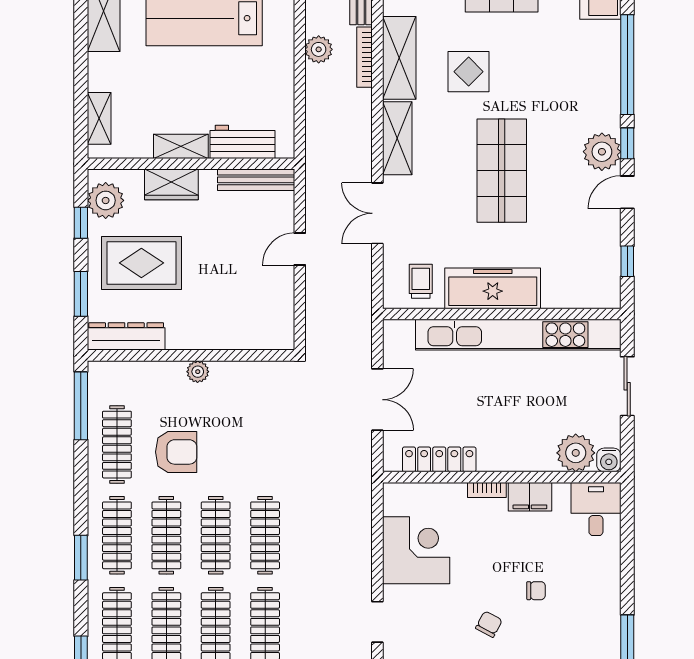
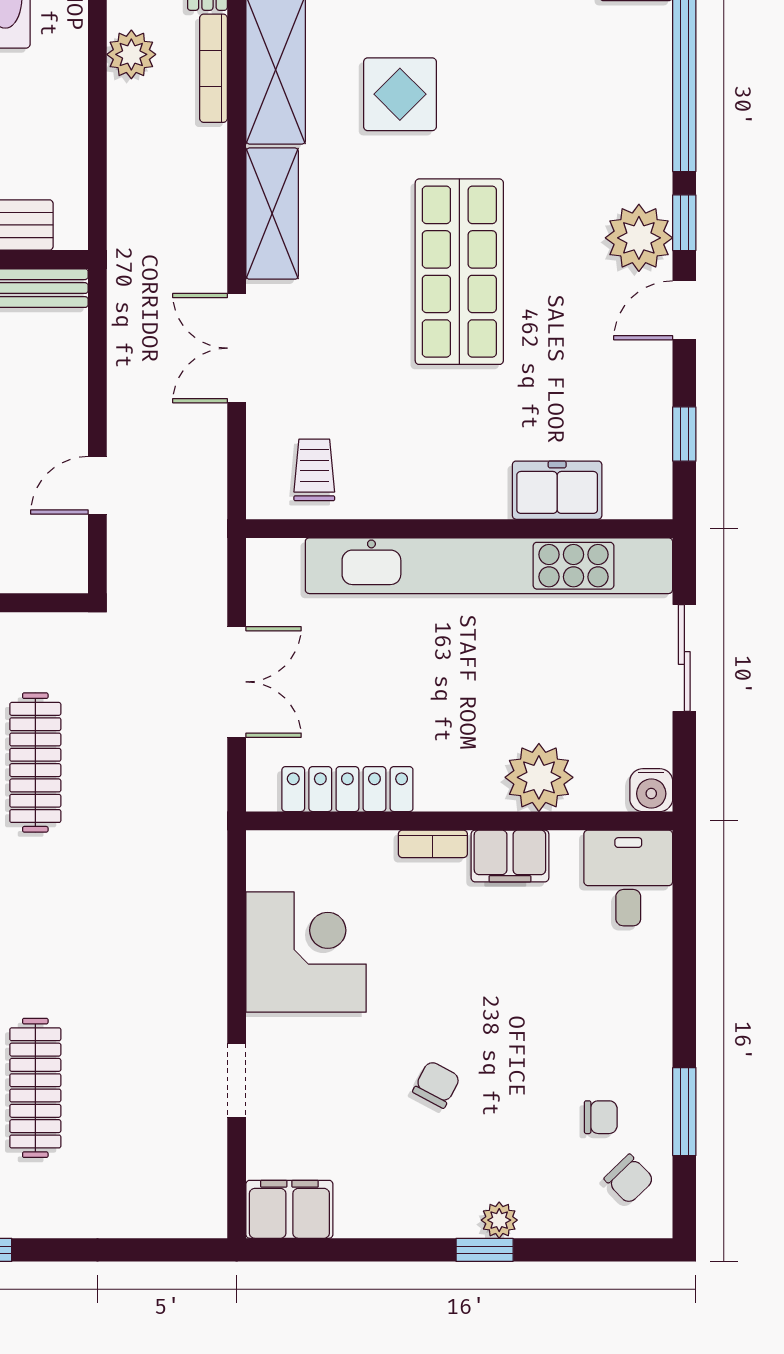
door: (300, 249) -> (97, 485), moved
freezer: (493, 288) -> (557, 490), moved, width x0.52, depth x0.79
plant: (576, 453) -> (539, 777), moved
clothes rail: (265, 535) -> (35, 762), moved
chair: (536, 591) -> (601, 1117), moved

